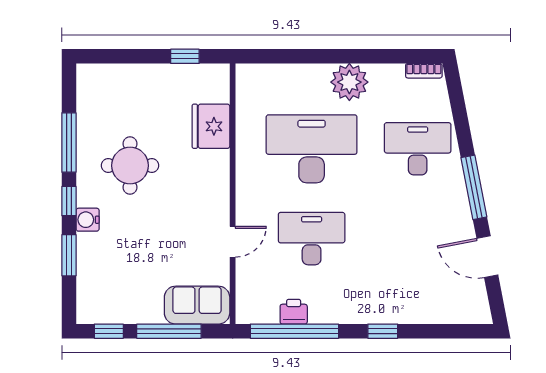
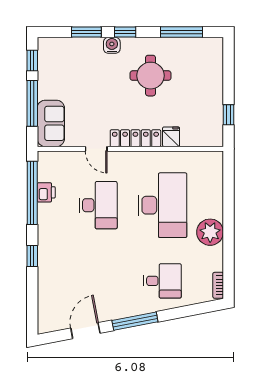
fridge: (211, 126) -> (171, 137), width x0.53, depth x0.75
window: (69, 142) -> (182, 32), moved
desk: (418, 149) -> (162, 281), width x0.73
locker: (218, 187) -> (135, 138), added

